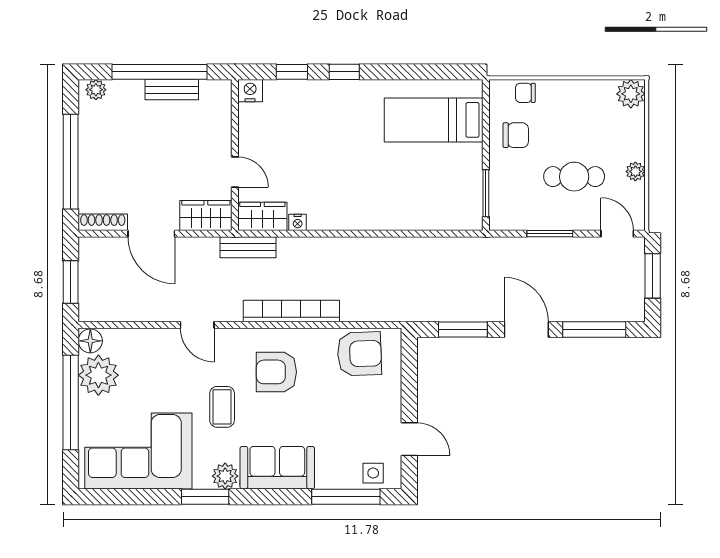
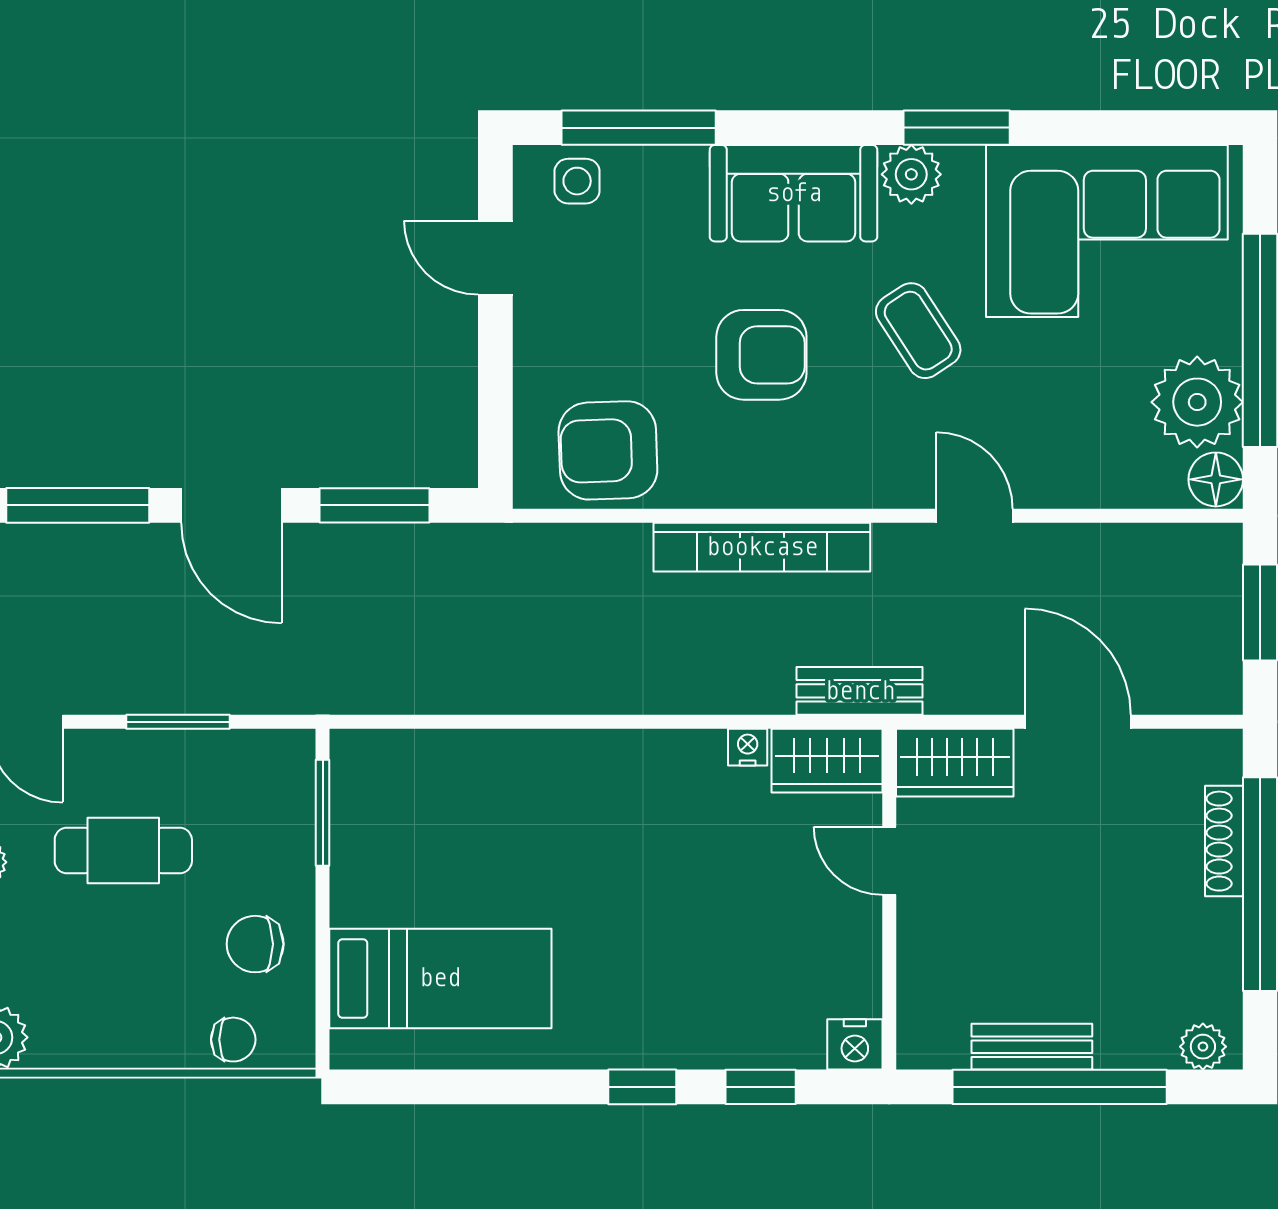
shoe rack: (103, 222) -> (1224, 841), moved, turned 90
armchair: (276, 372) -> (761, 355), moved
coffee table: (222, 407) -> (918, 331), turned -33

